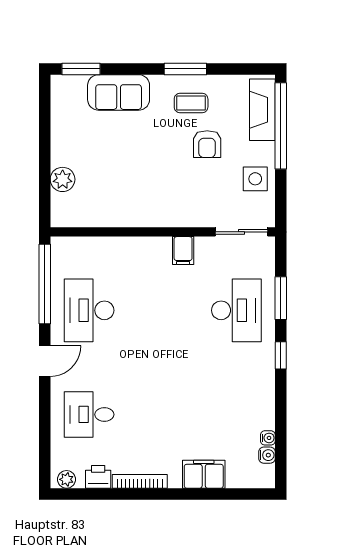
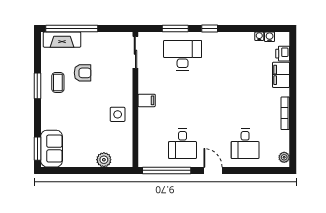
sofa: (119, 92) -> (52, 149), moved
side table: (255, 179) -> (118, 114), moved
filing cabinet: (183, 251) -> (147, 100), moved
desk: (89, 310) -> (183, 144), width x0.73
printer: (98, 477) -> (283, 54), moved

